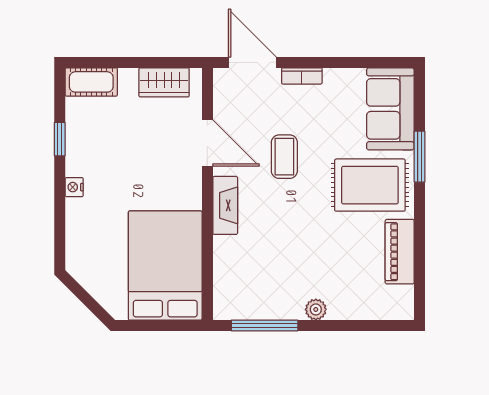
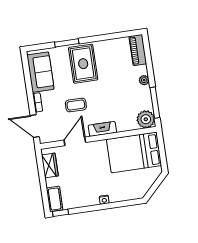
door: (252, 62) -> (35, 126), hinge flipped
sofa: (390, 109) -> (40, 72), moved, turned -90
window: (60, 139) -> (61, 213), moved
piano: (400, 252) -> (138, 50), moved, turned 90
plant: (232, 301) -> (146, 119), added

